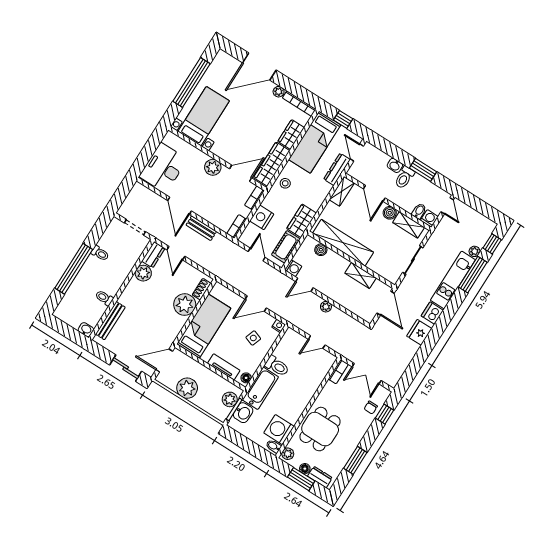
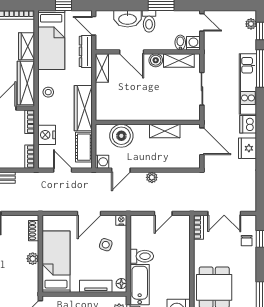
washbasin: (395, 165) -> (128, 19), width x1.91, depth x1.45
wardrobe: (302, 221) -> (83, 108), width x1.50
shelving: (343, 243) -> (131, 112), removed
boiler: (321, 250) -> (121, 136), width x1.86, depth x1.86
plant: (475, 251) -> (251, 24), moved
plant: (185, 305) -> (33, 259), width x0.53, depth x0.53

